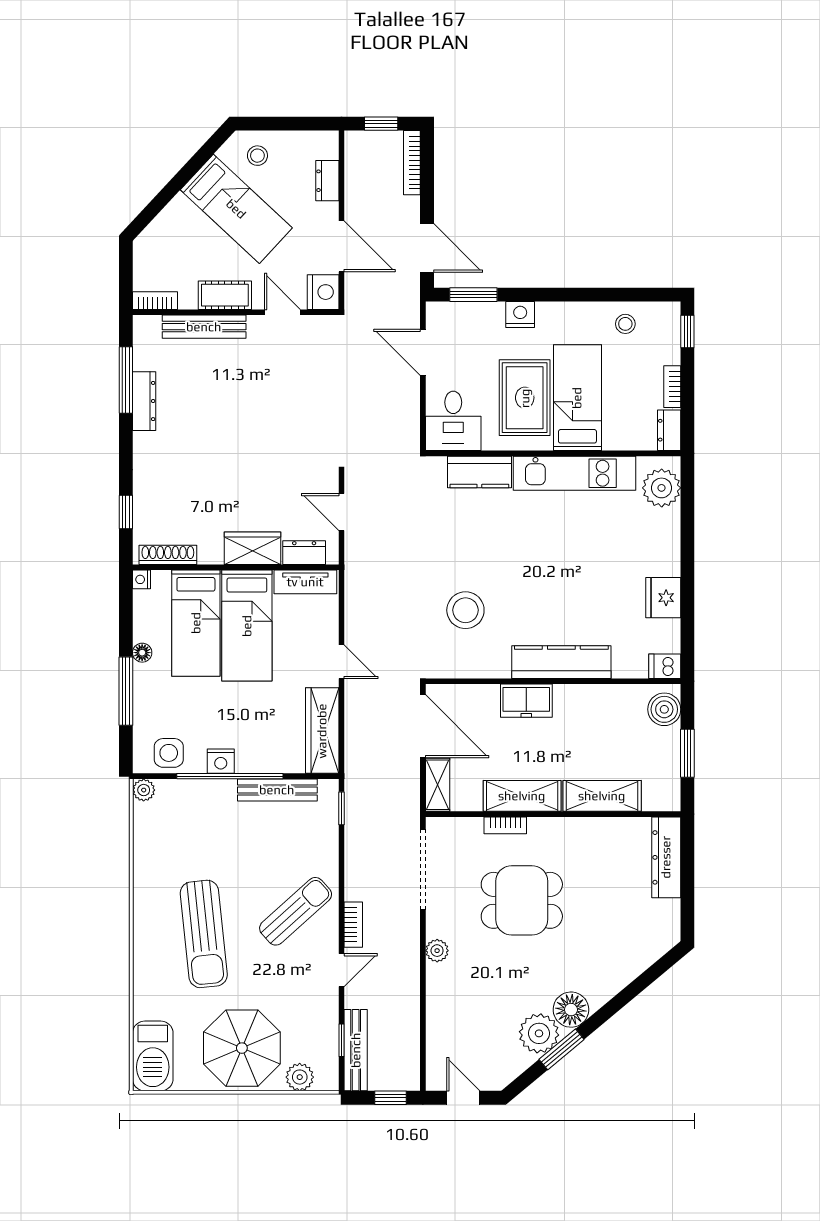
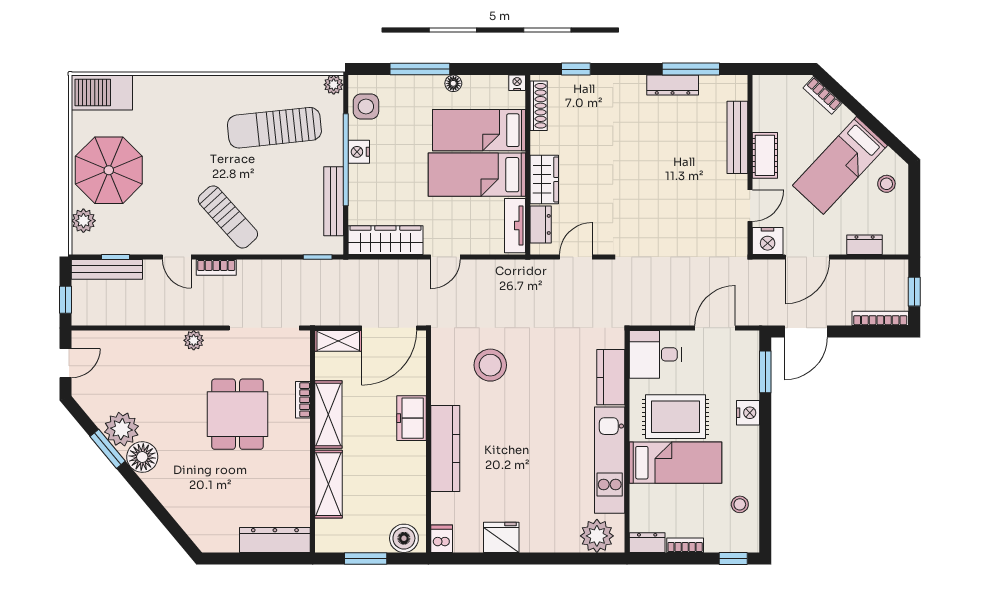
bookcase: (155, 301) -> (823, 95), moved, turned 133
sun lounger: (204, 934) -> (274, 128), moved

